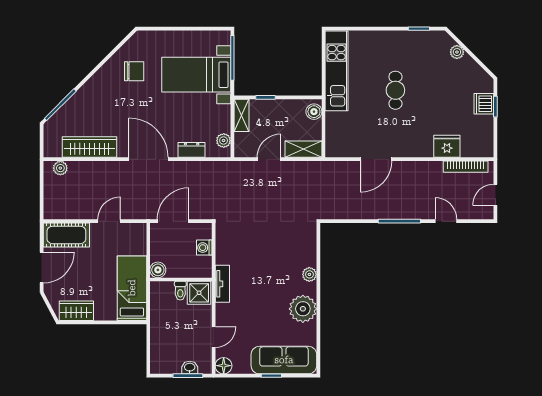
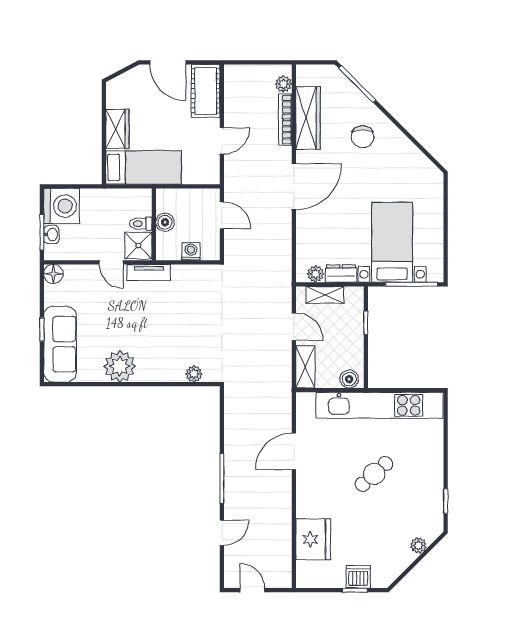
chair: (134, 71) -> (363, 137), moved
kitchen unit: (337, 71) -> (379, 405), width x1.36
cafe table: (395, 90) -> (374, 474), turned -42
shelving: (242, 115) -> (325, 295), moved
fridge: (447, 146) -> (313, 539), width x1.36, depth x1.34
dresser: (192, 150) -> (341, 274), moved, turned -90
door: (376, 159) -> (294, 451), hinge flipped
bookcase: (466, 167) -> (285, 120), moved
door: (109, 221) -> (222, 141), hinge flipped
door: (173, 221) -> (222, 215), width x0.73
boiler: (158, 270) -> (165, 222), moved
plant: (309, 274) -> (194, 374), moved
wardrobe: (76, 311) -> (117, 129), moved
door: (214, 337) -> (111, 262), moved
washing machine: (165, 359) -> (62, 206), added

